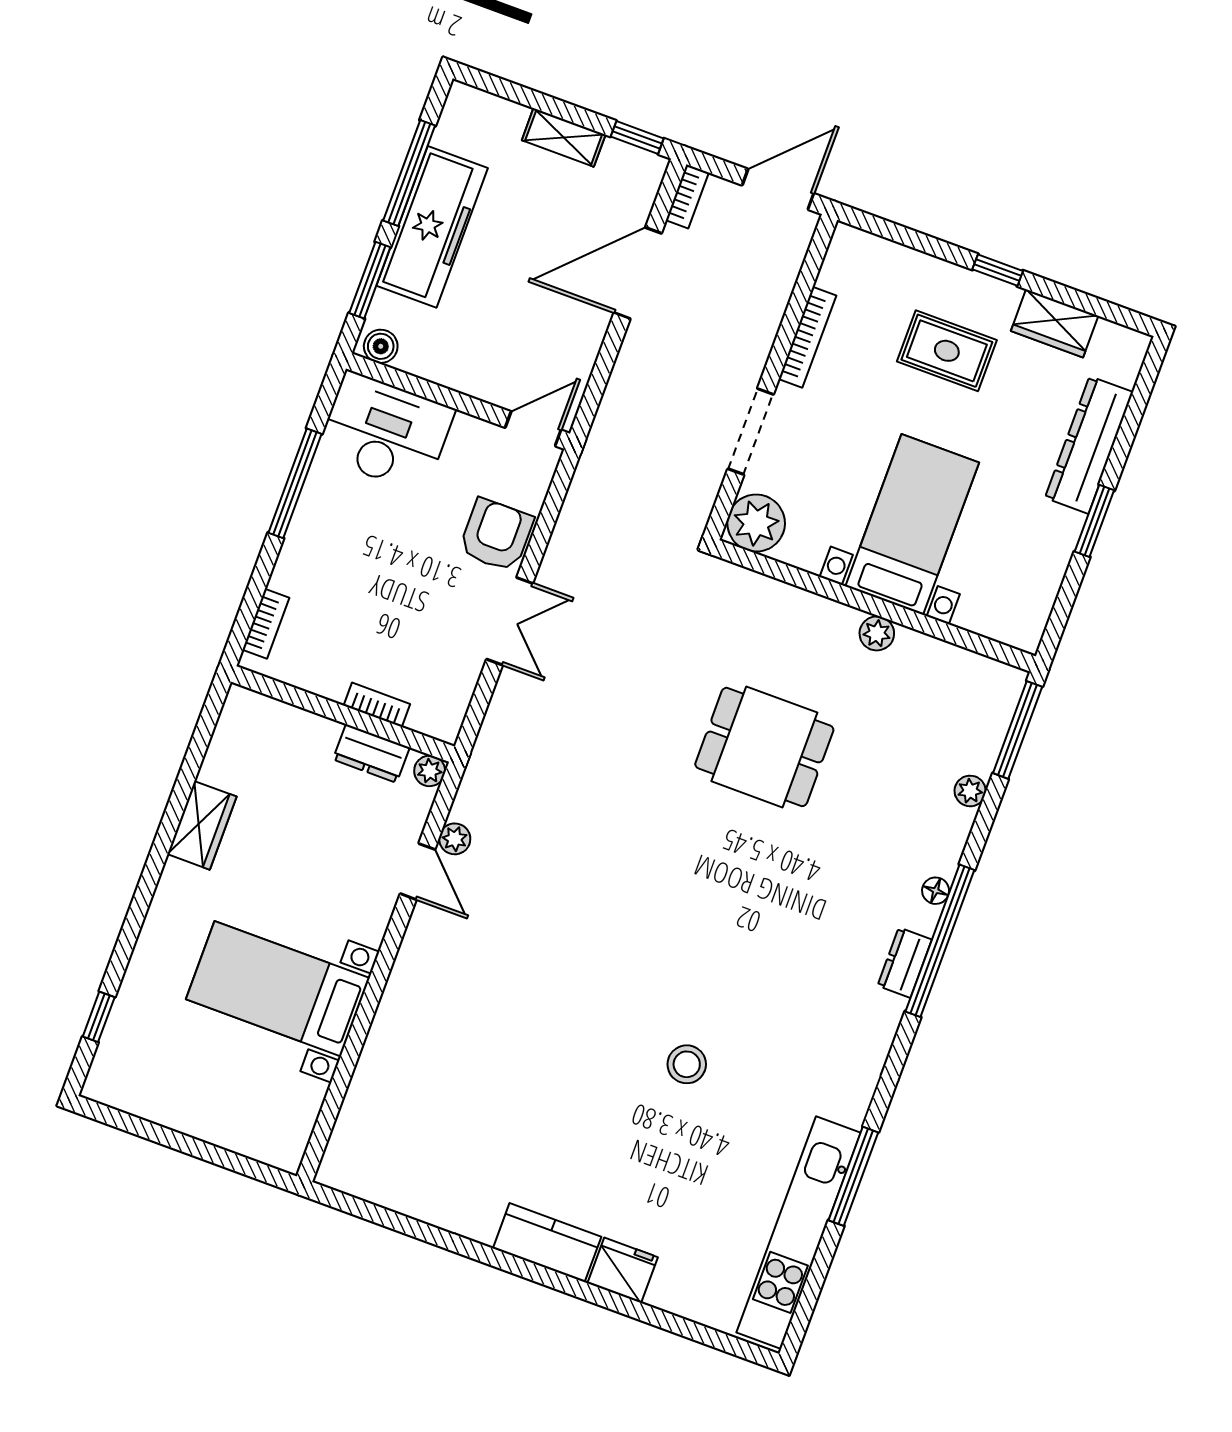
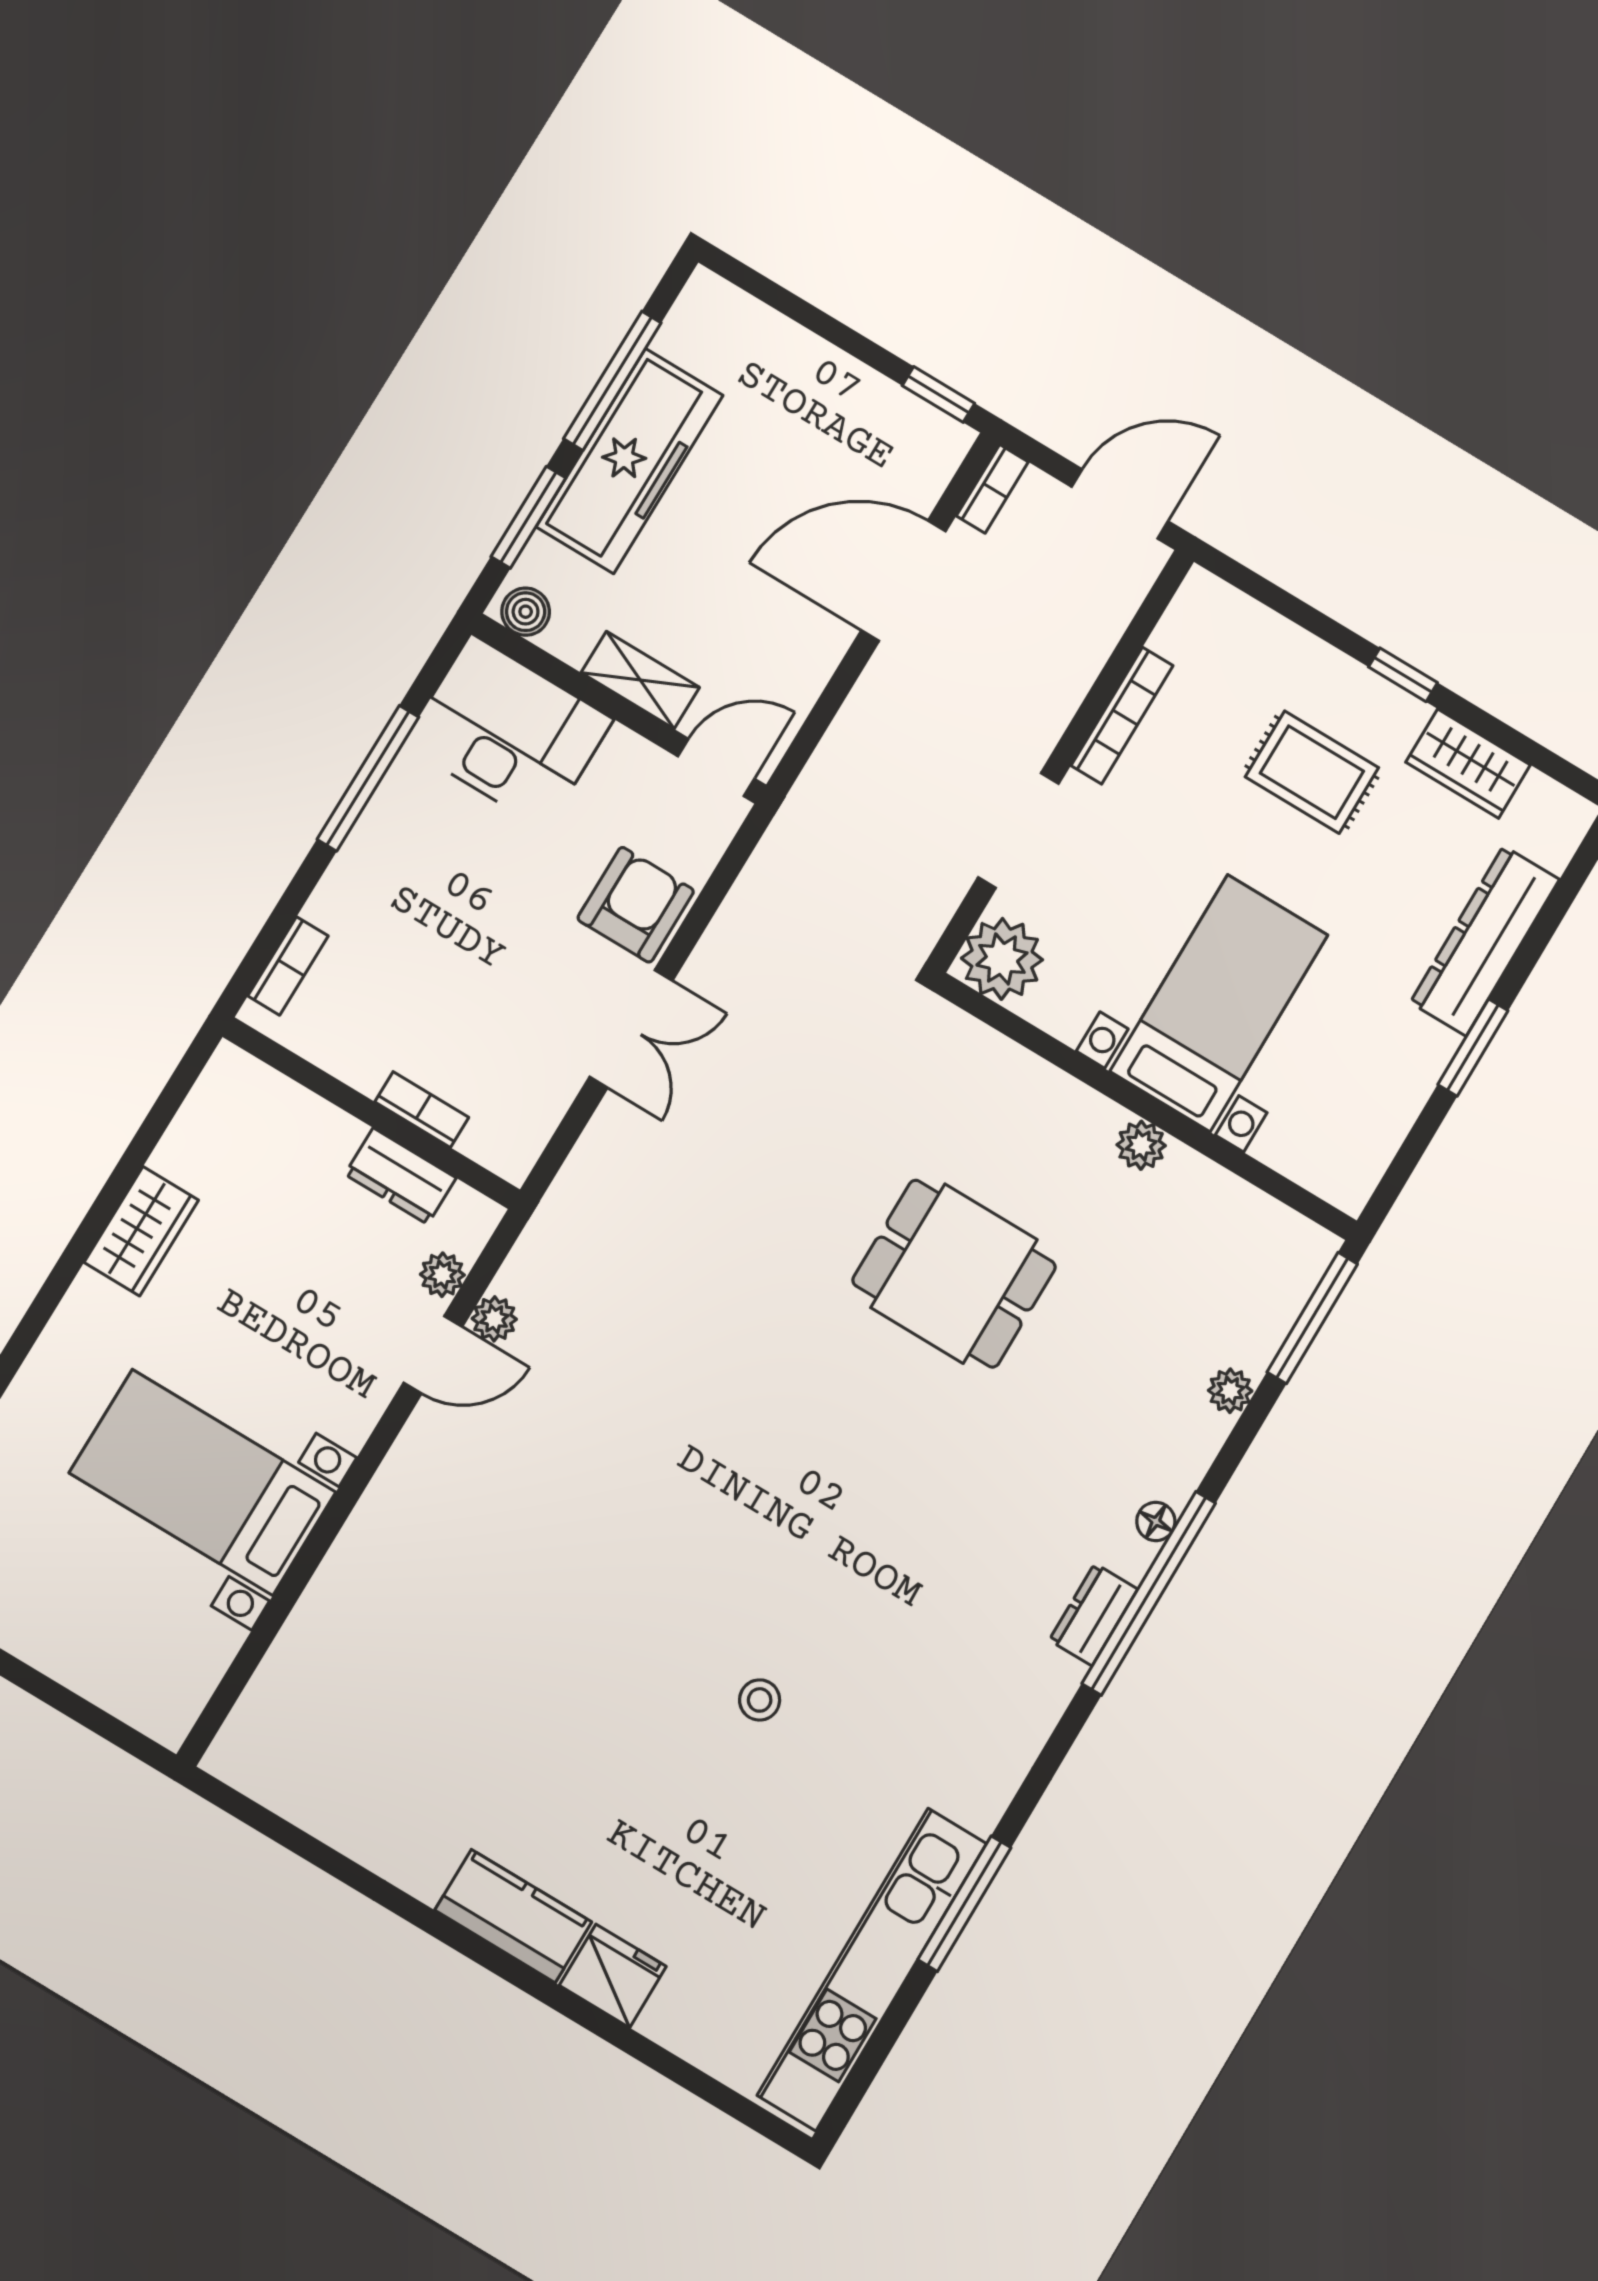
shelving: (564, 137) -> (640, 680), moved
plant: (430, 771) -> (442, 1275), moved
door: (418, 871) -> (433, 1355), hinge flipped
stool: (687, 1064) -> (760, 1700), width x0.73, depth x0.73

